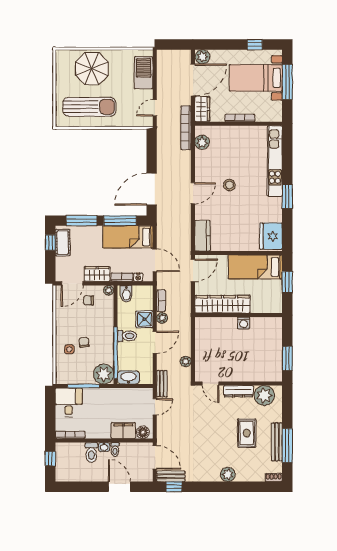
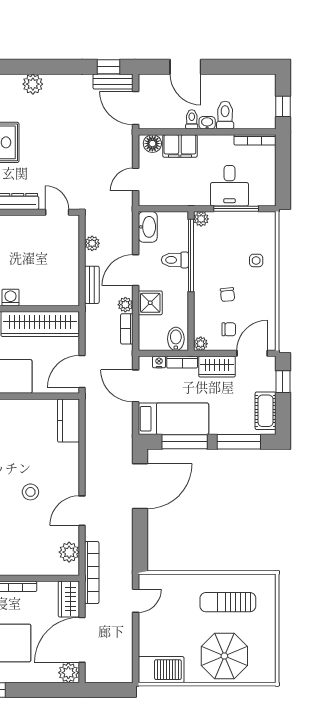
barbecue: (144, 73) -> (161, 670), moved, turned -90
sun lounger: (89, 107) -> (228, 602), width x0.73, depth x0.75
door: (193, 193) -> (82, 511), moved
window: (50, 243) -> (283, 382), moved
toilet: (127, 336) -> (175, 260), moved
chair: (84, 342) -> (227, 295), moved
plant: (104, 374) -> (201, 219), width x0.53, depth x0.53
washbasin: (128, 377) -> (148, 227), moved, turned -90
bench: (162, 384) -> (92, 285), moved
desk: (69, 402) -> (229, 186), moved

